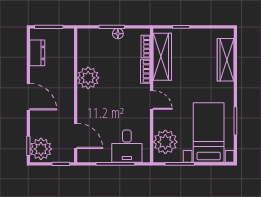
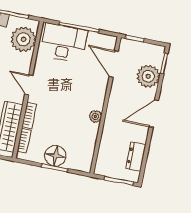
floor lamp: (118, 34) -> (55, 156), width x1.89, depth x1.89
plant: (88, 78) -> (95, 116), width x0.53, depth x0.53
door: (28, 97) -> (154, 114), hinge flipped
desk: (127, 146) -> (64, 43), width x1.37
plant: (41, 149) -> (148, 76), moved

